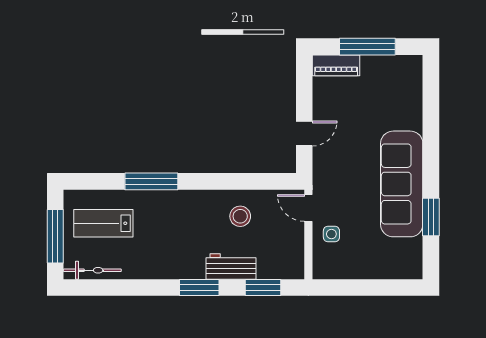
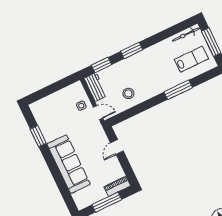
sofa: (402, 184) -> (69, 164), moved
workbench: (231, 266) -> (96, 87), moved, turned -90

